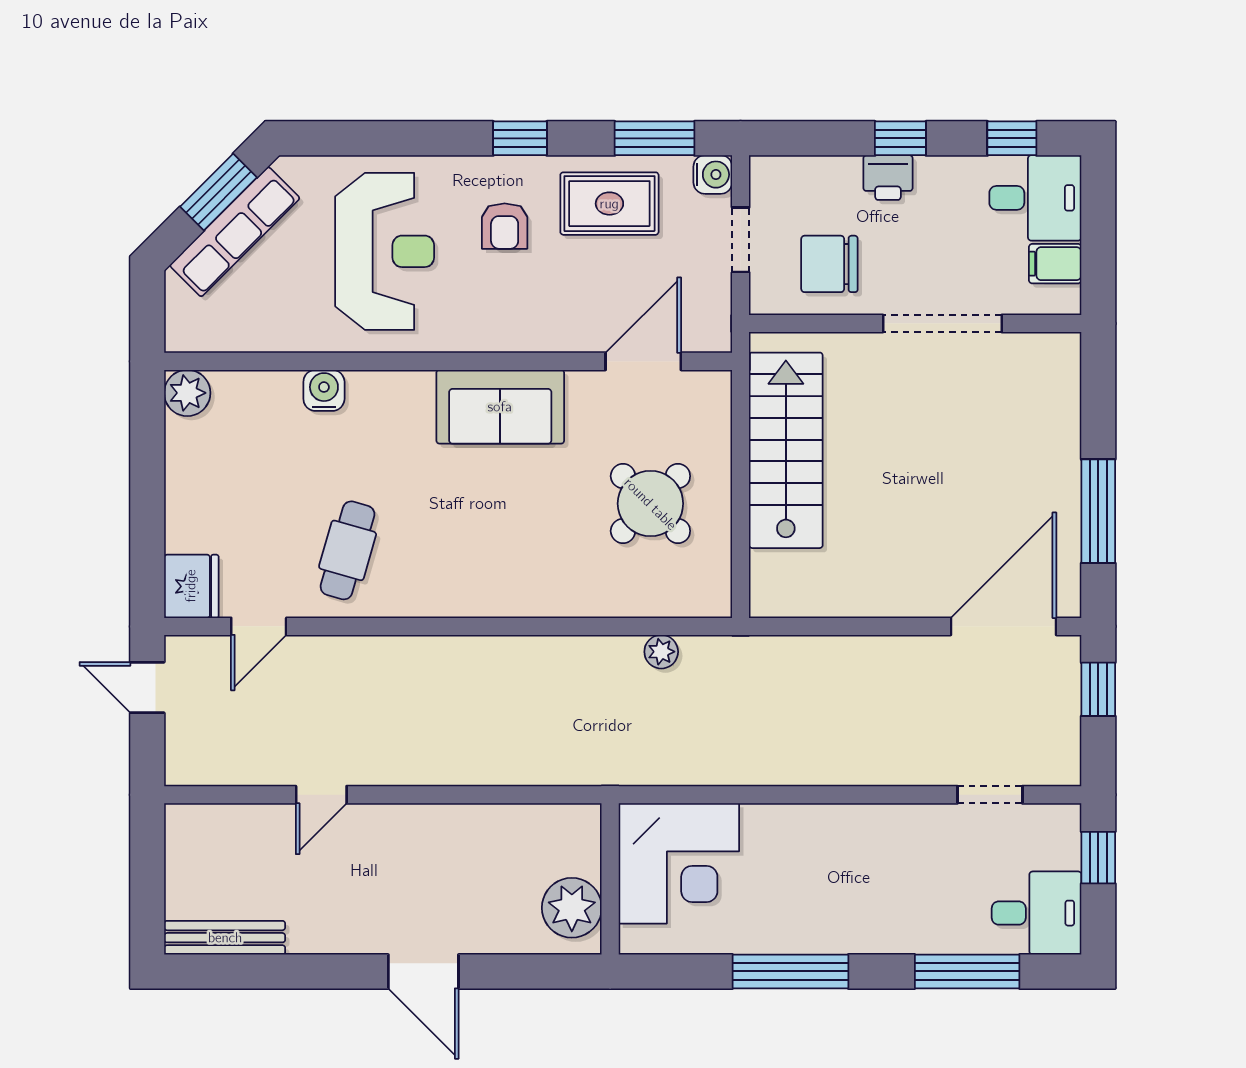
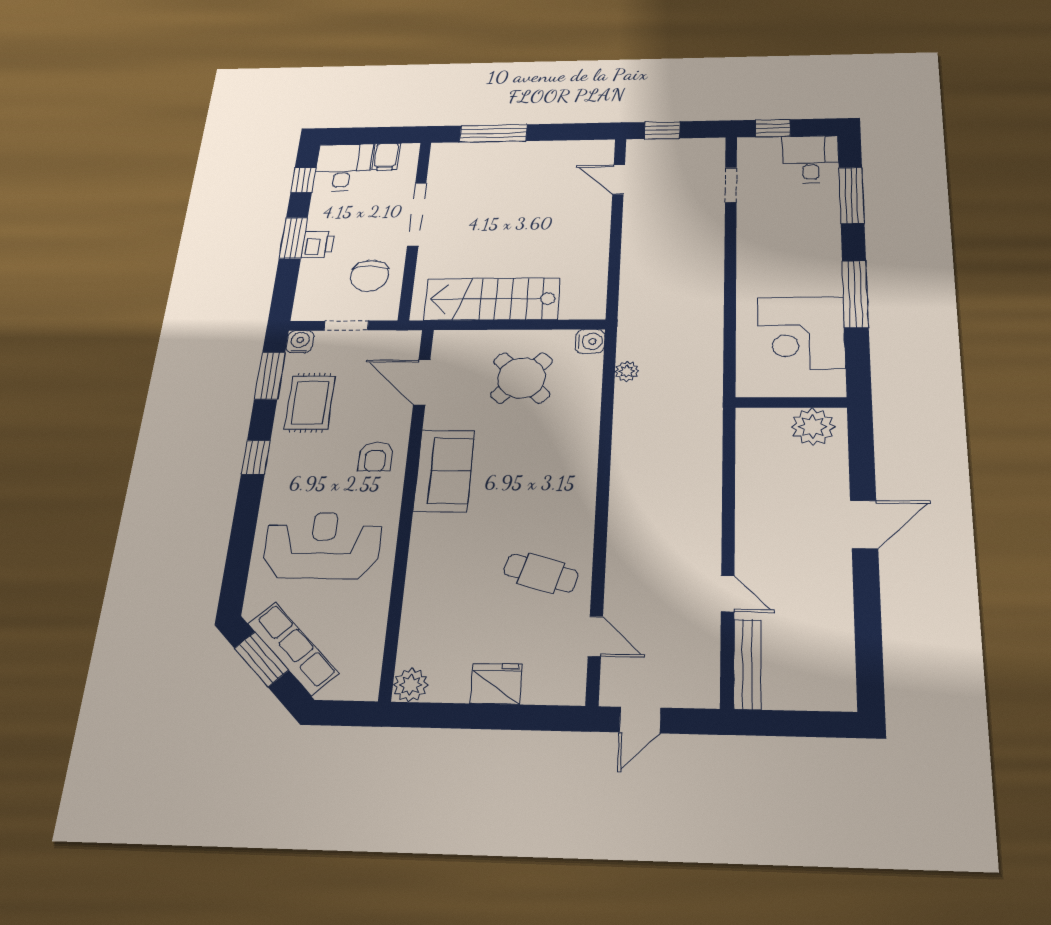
window: (900, 138) -> (293, 238), width x1.50
armchair: (505, 226) -> (376, 457), moved, turned 90
water cooler: (324, 390) -> (590, 341), moved, turned 180
window: (1098, 511) -> (493, 133), moved
fridge: (191, 586) -> (496, 684), moved
door: (1003, 626) -> (619, 179), width x0.53
corner desk: (679, 863) -> (801, 333), moved, turned 180
bench: (225, 938) -> (747, 664), moved

